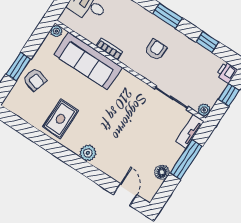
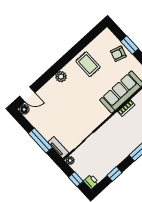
armchair: (156, 50) -> (118, 139), removed
floor lamp: (162, 172) -> (24, 109), moved

